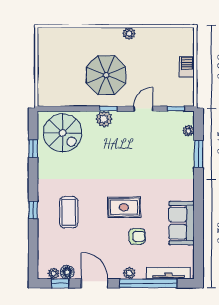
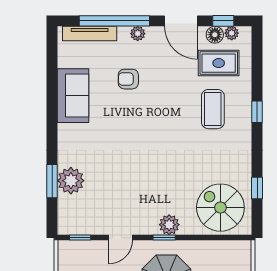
plant: (188, 131) -> (71, 181), moved, width x1.88, depth x1.88
rug: (124, 207) -> (219, 63), moved

